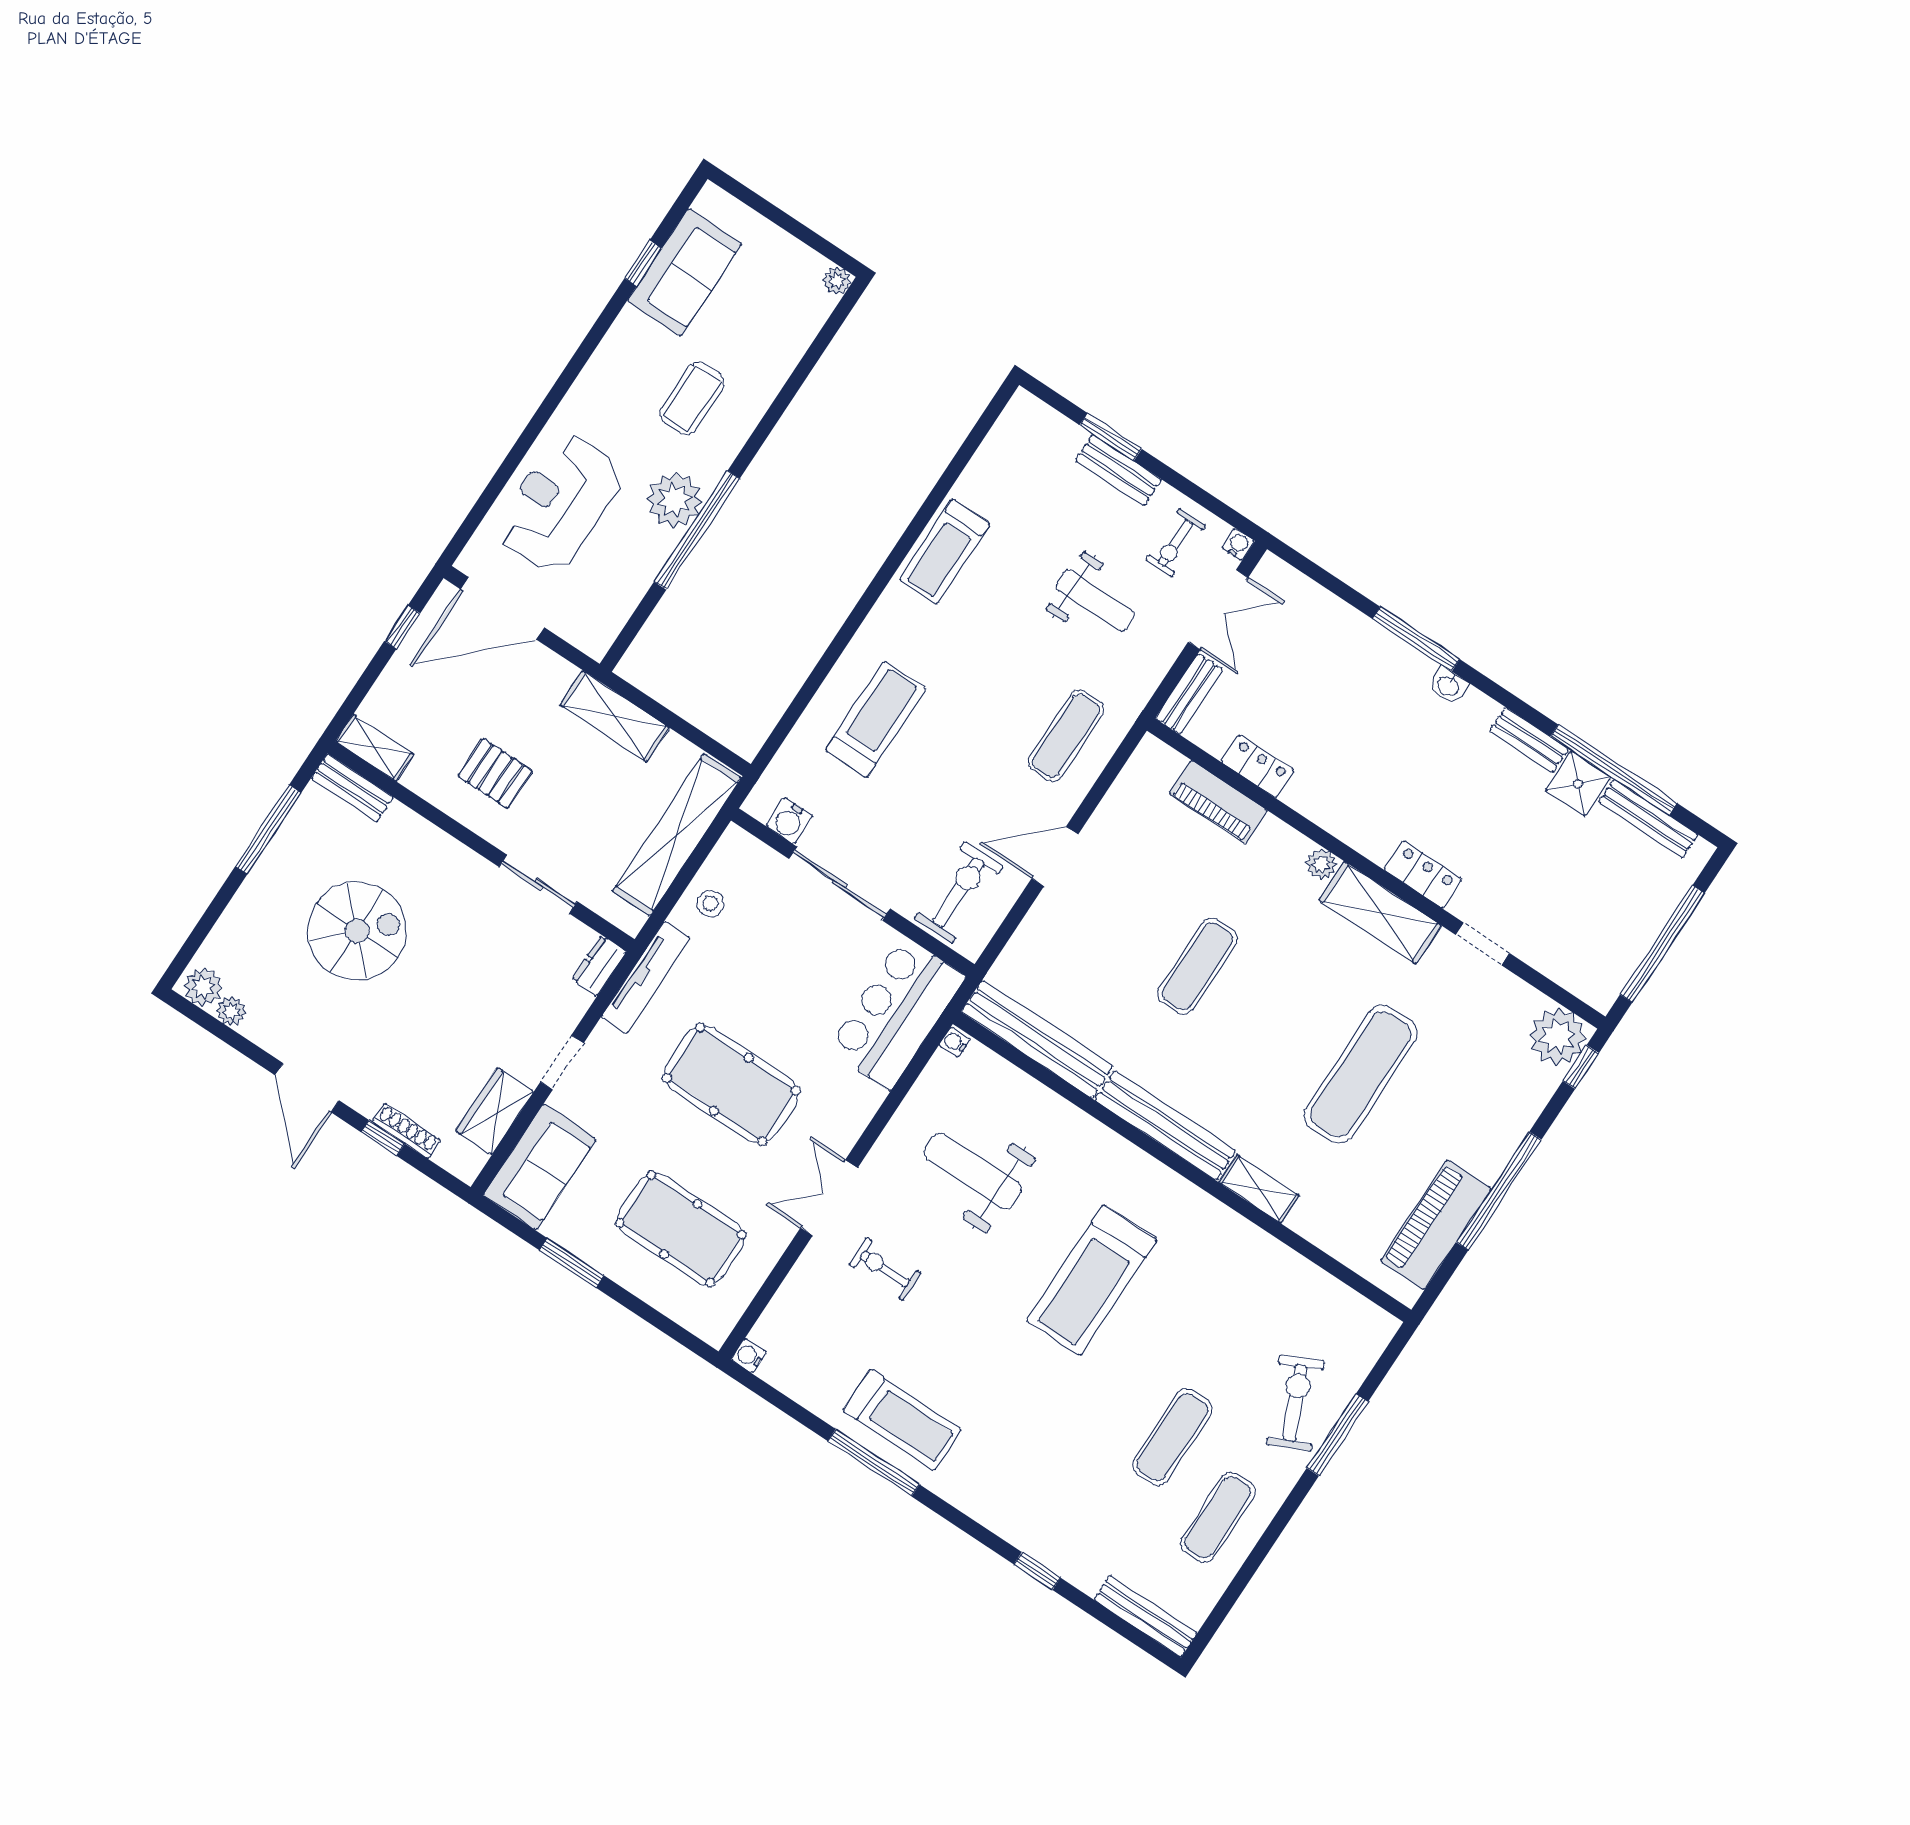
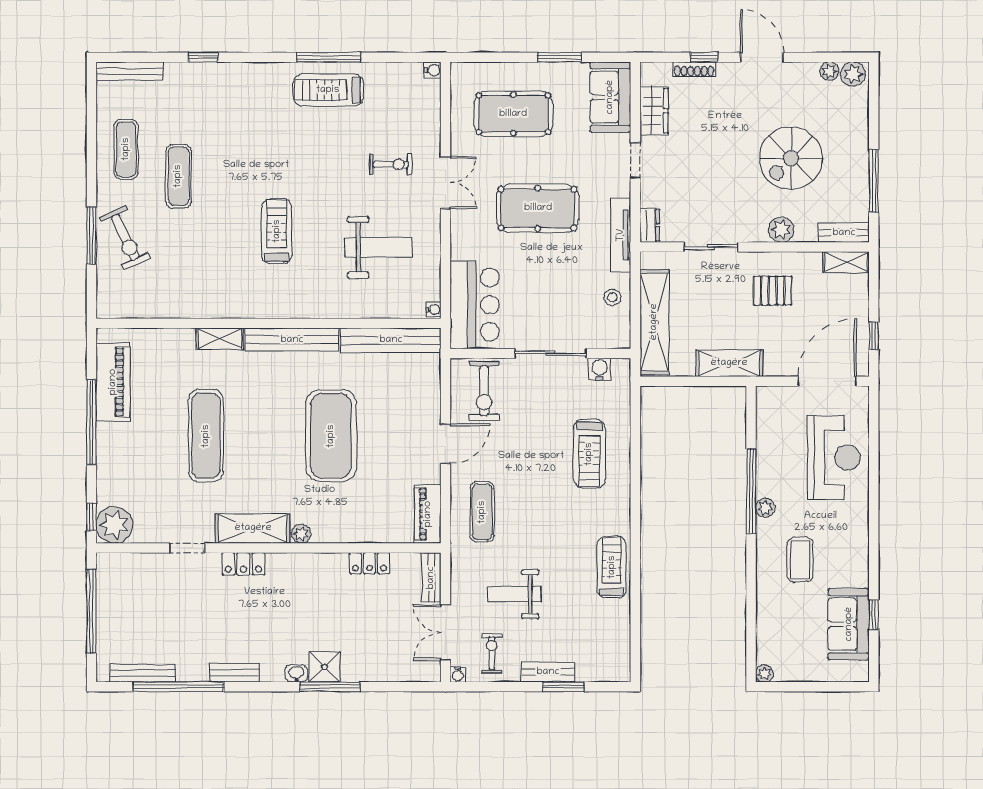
plant: (674, 500) -> (765, 508), width x0.53, depth x0.53
shower: (1578, 784) -> (324, 667), moved
piano: (1218, 802) -> (428, 514), moved, turned -90
plant: (431, 846) -> (781, 230), added
exercise mat: (1198, 966) -> (331, 436), width x2.00, depth x1.45
treadmill: (1092, 1280) -> (277, 231), width x0.73, depth x0.73

